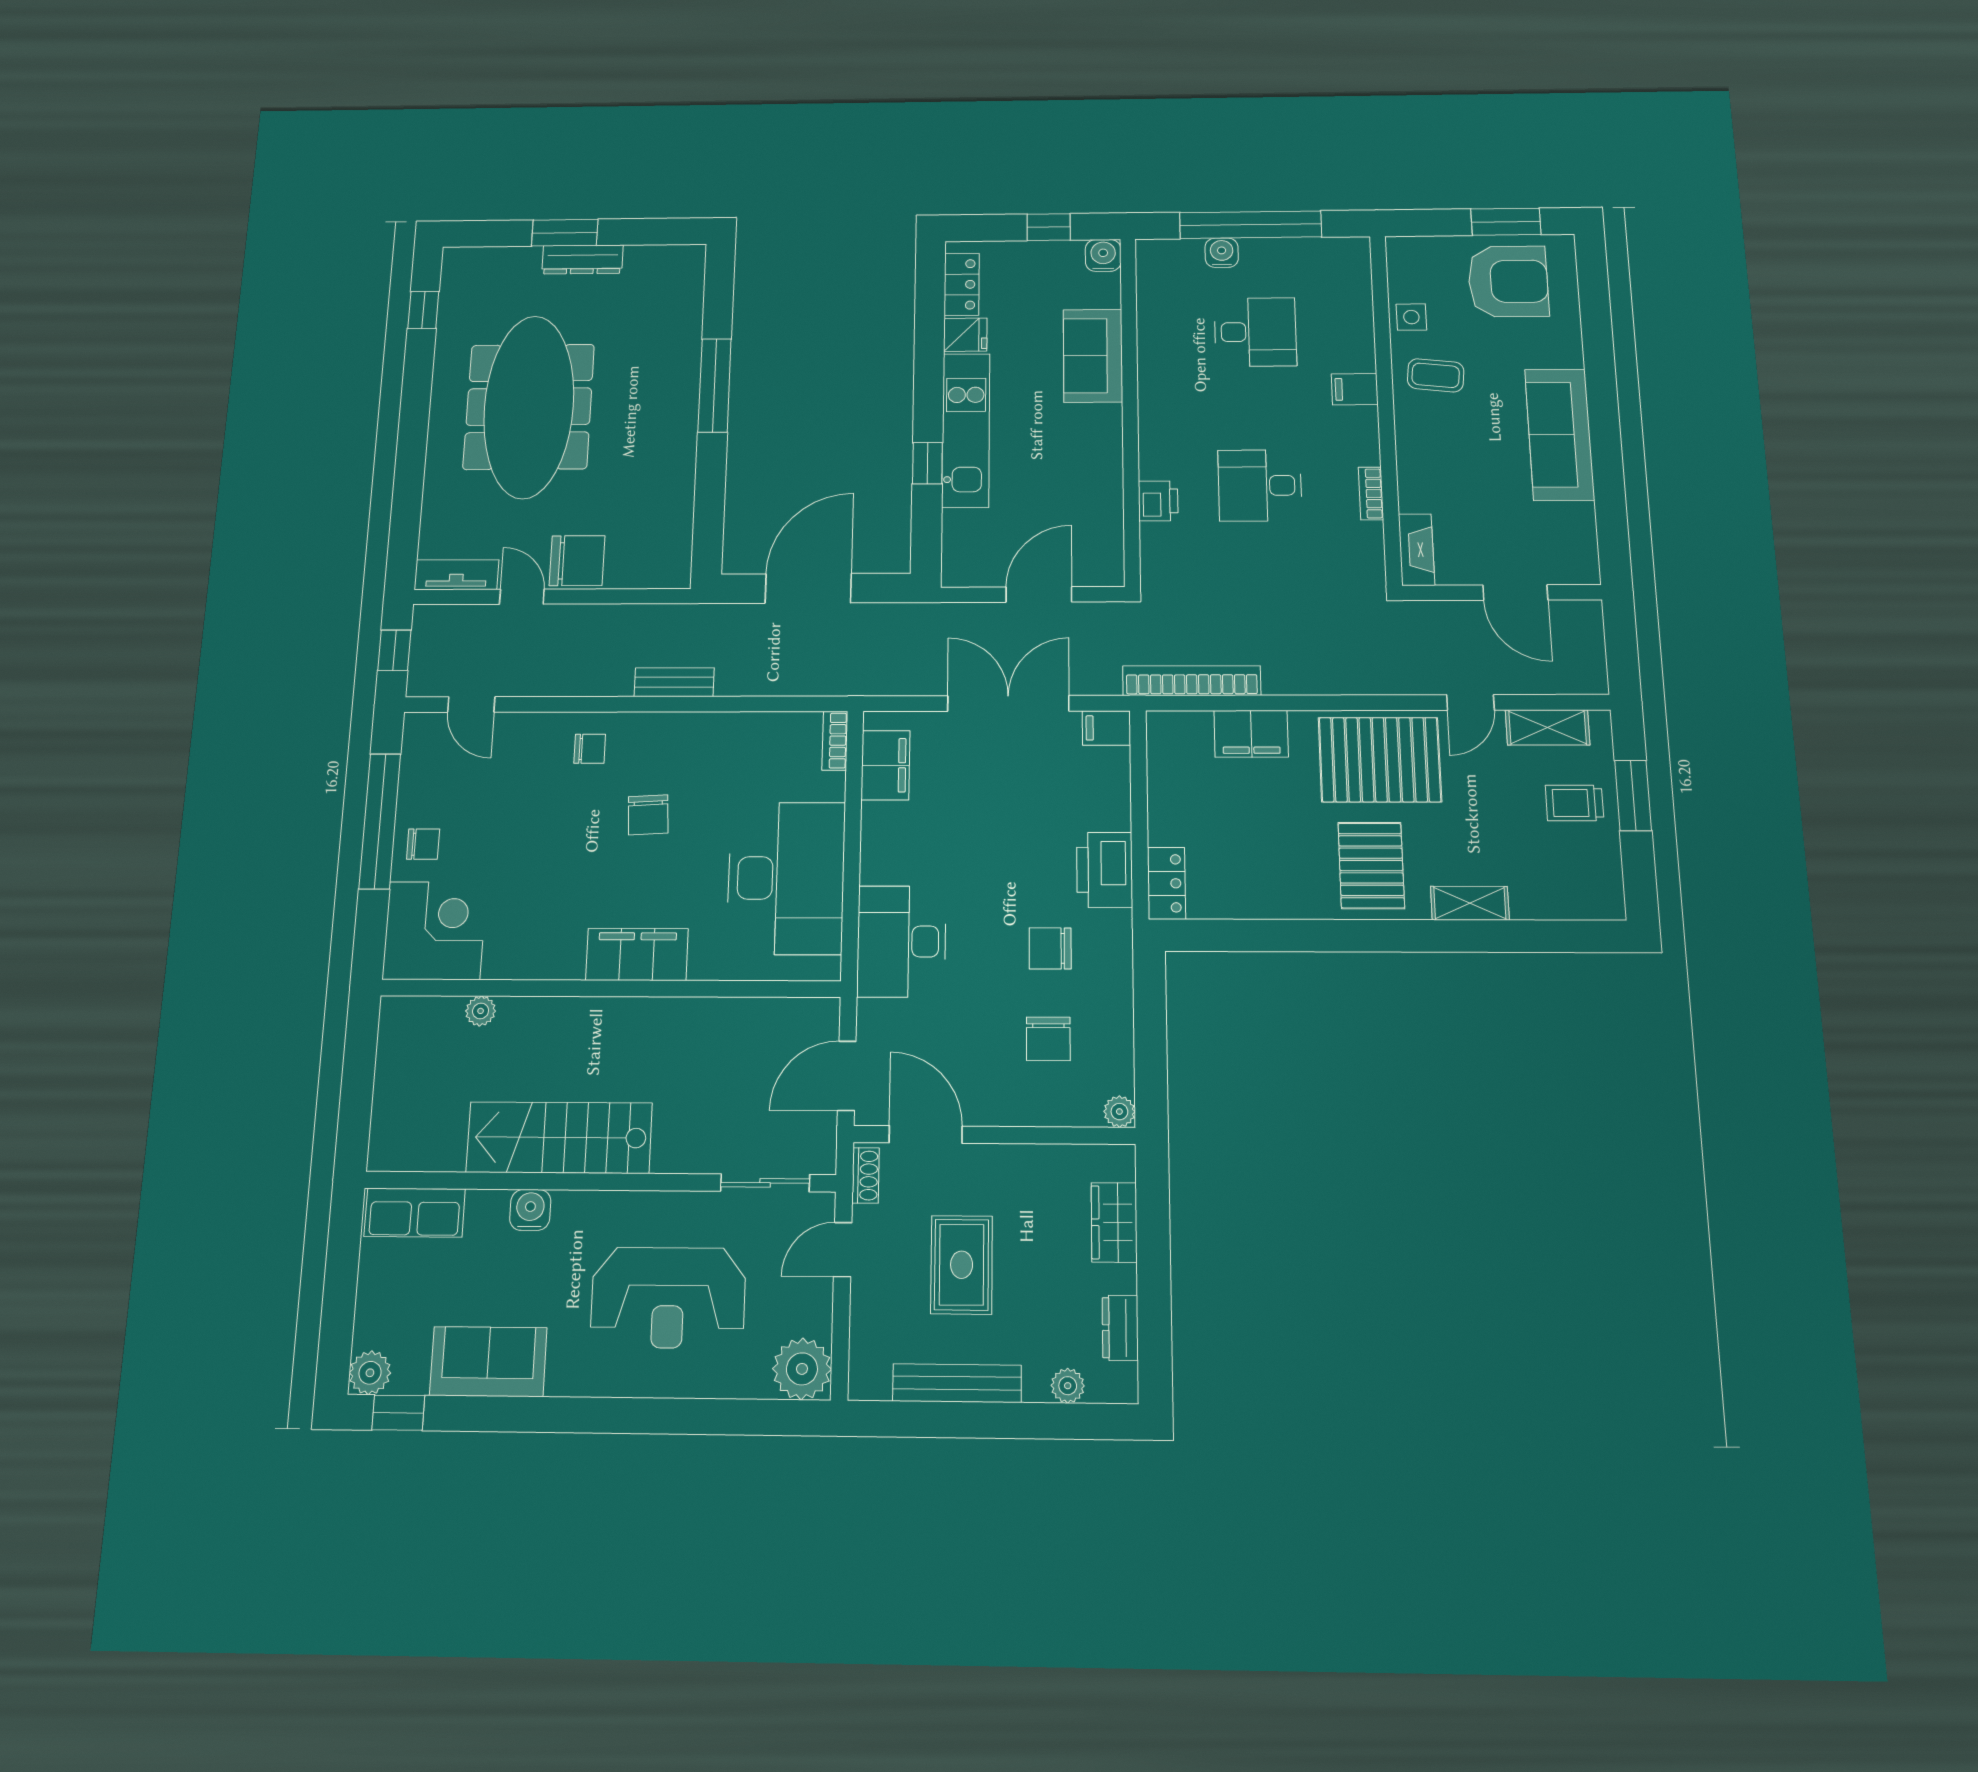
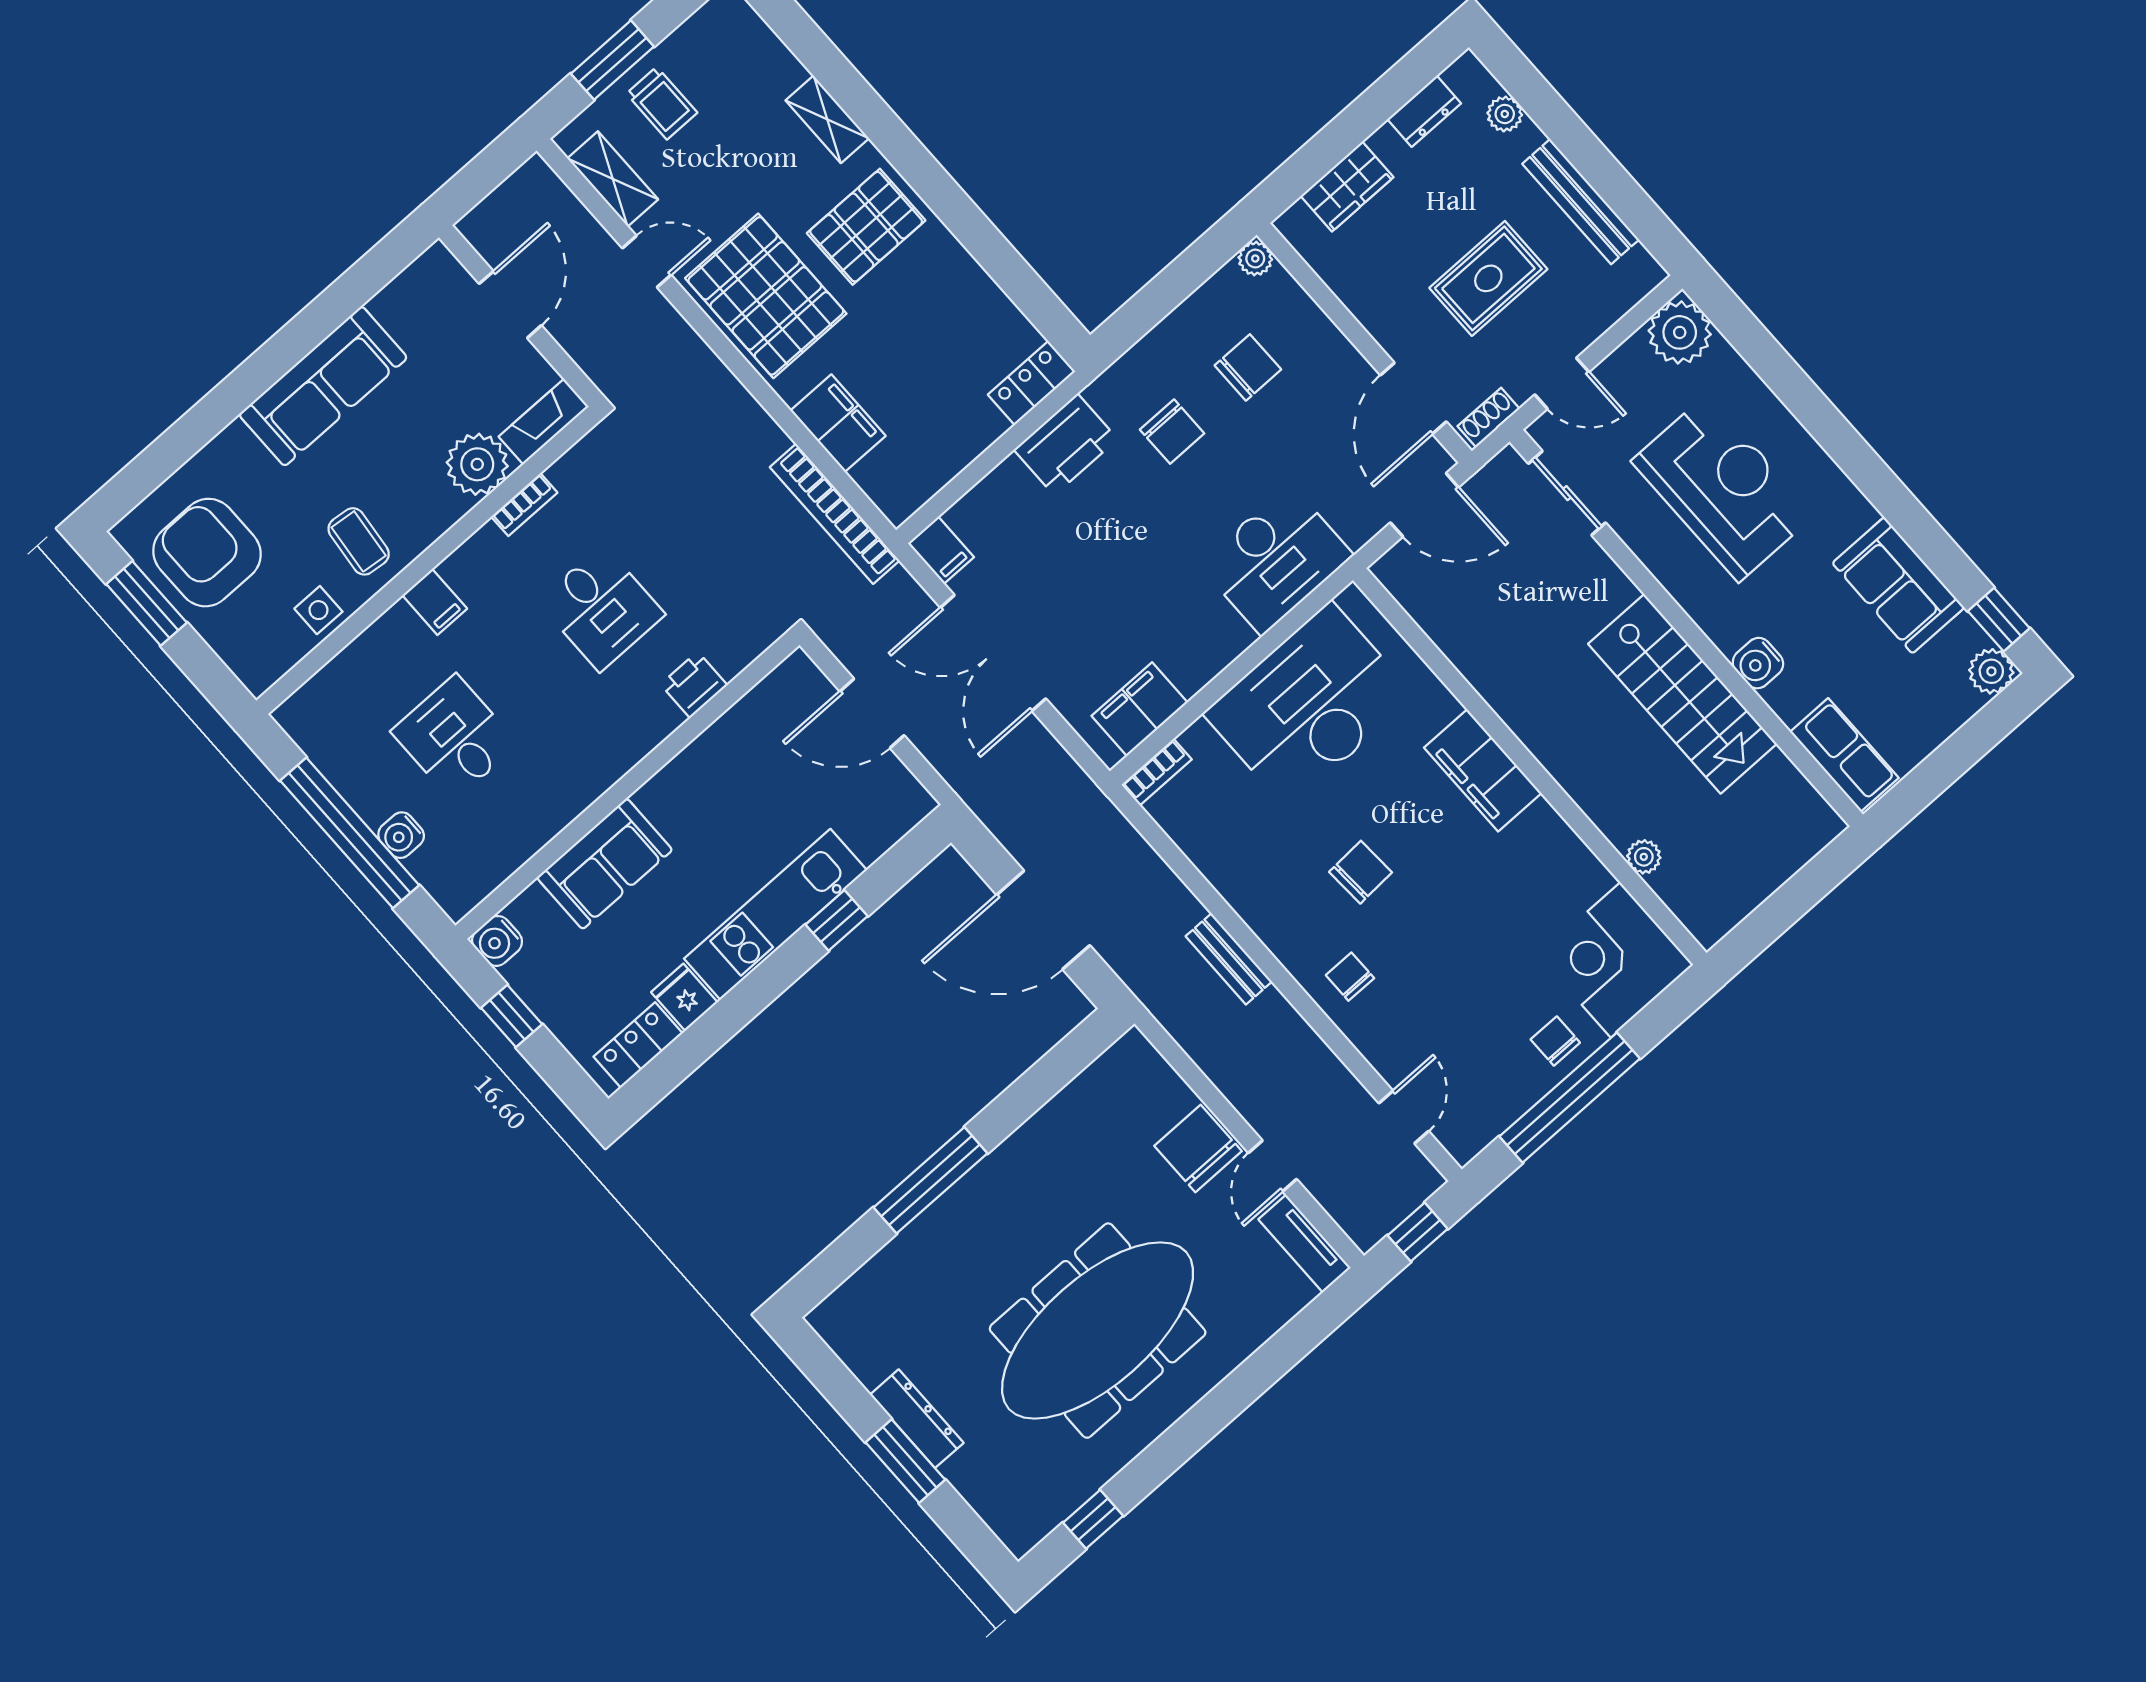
plant: (1424, 486) -> (477, 464), added

